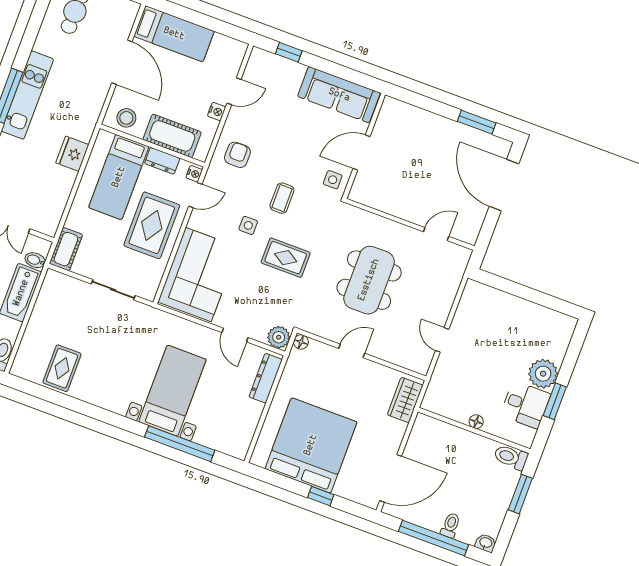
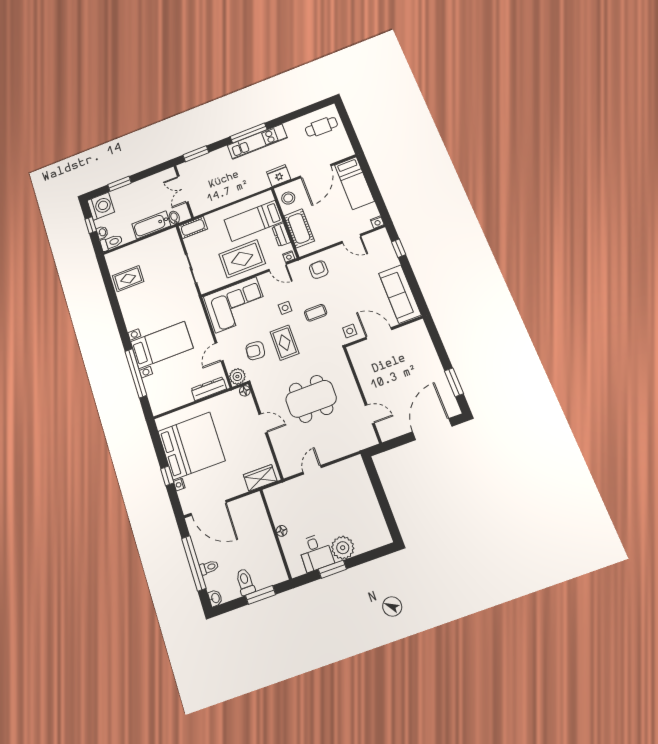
nightstand: (217, 111) -> (377, 222), moved
fridge: (72, 154) -> (279, 176), moved
armchair: (237, 155) -> (319, 270), turned -90
armchair: (267, 295) -> (255, 351), added
toilet: (511, 457) -> (245, 582), moved
nightstand: (341, 490) -> (179, 485), added

